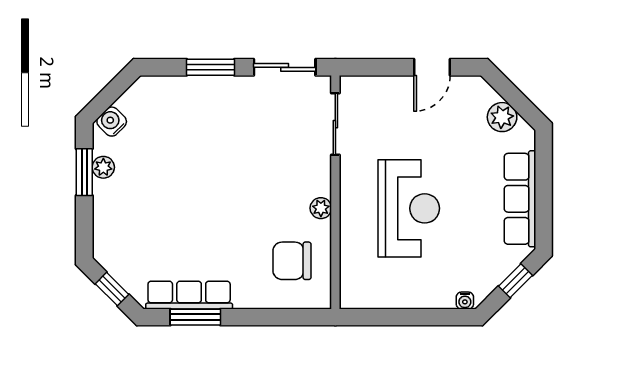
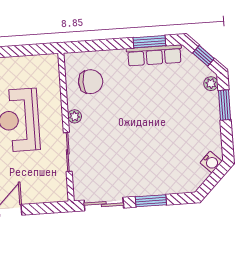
sliding door: (335, 124) -> (68, 152), moved
plant: (103, 167) -> (211, 84), moved
window: (84, 172) -> (225, 105), moved

